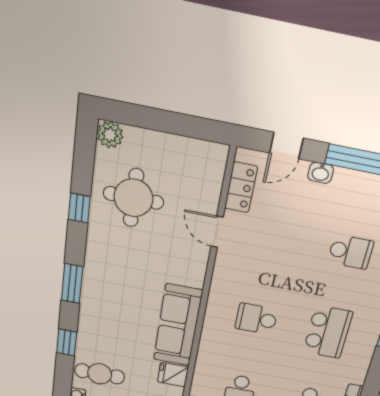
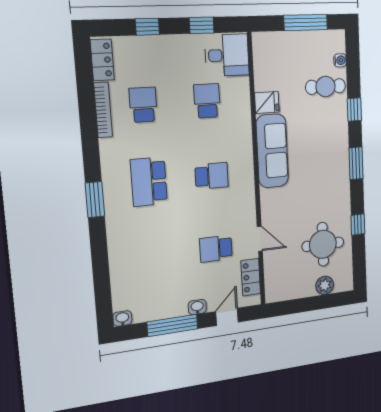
plant: (110, 135) -> (325, 285), moved
school desk: (351, 252) -> (216, 249), moved

